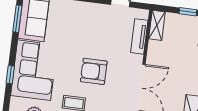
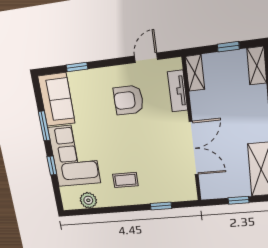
window: (17, 19) -> (44, 126), moved
armchair: (94, 71) -> (128, 100), moved

